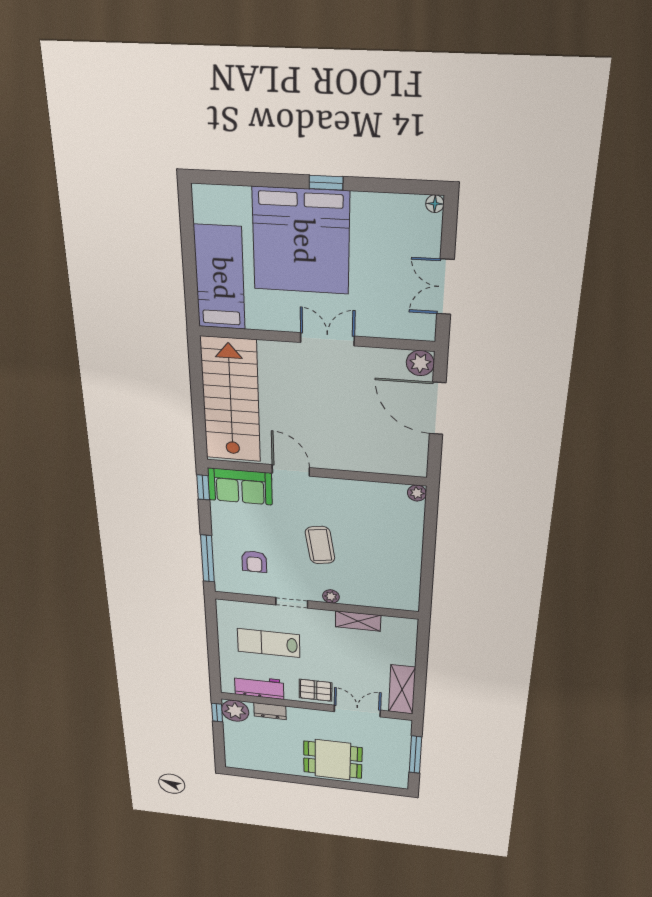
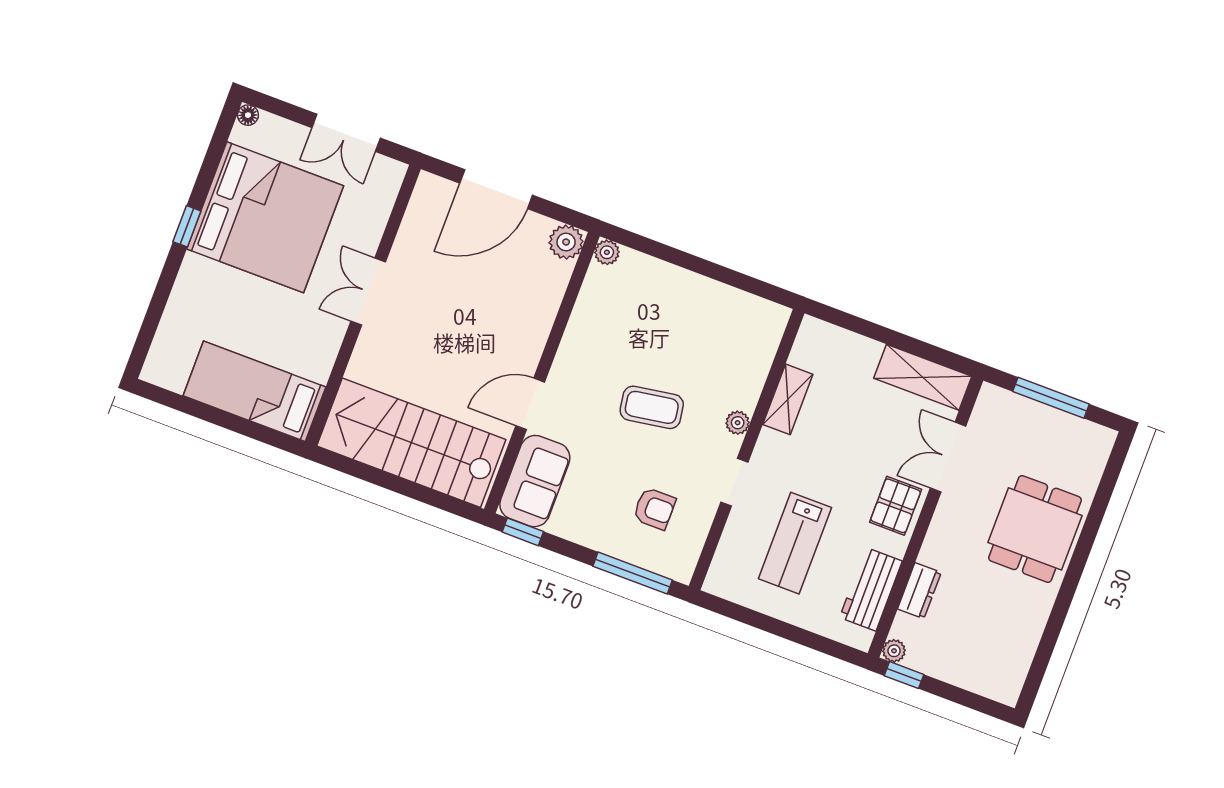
bed: (301, 241) -> (265, 217), moved
plant: (420, 363) -> (566, 242), moved
plant: (235, 711) -> (894, 651), width x0.53, depth x0.53

